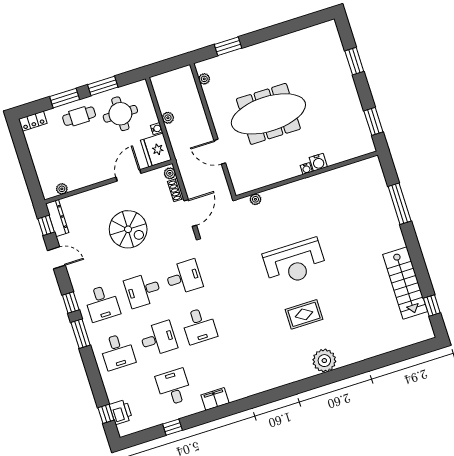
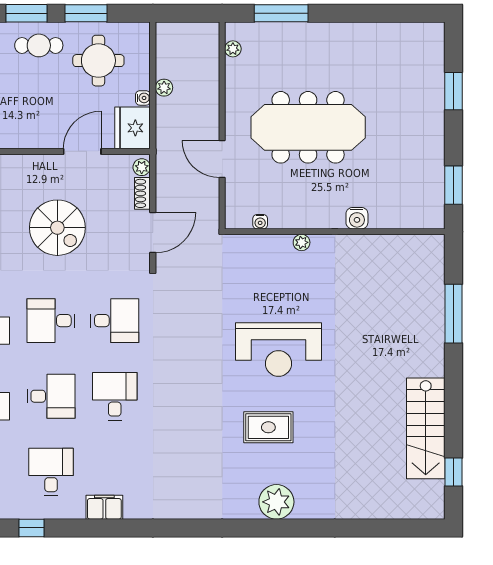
window: (228, 46) -> (281, 13), width x1.44
water cooler: (306, 169) -> (260, 222), moved
plant: (255, 199) -> (302, 242), moved
desk: (199, 326) -> (115, 396), turned 180

